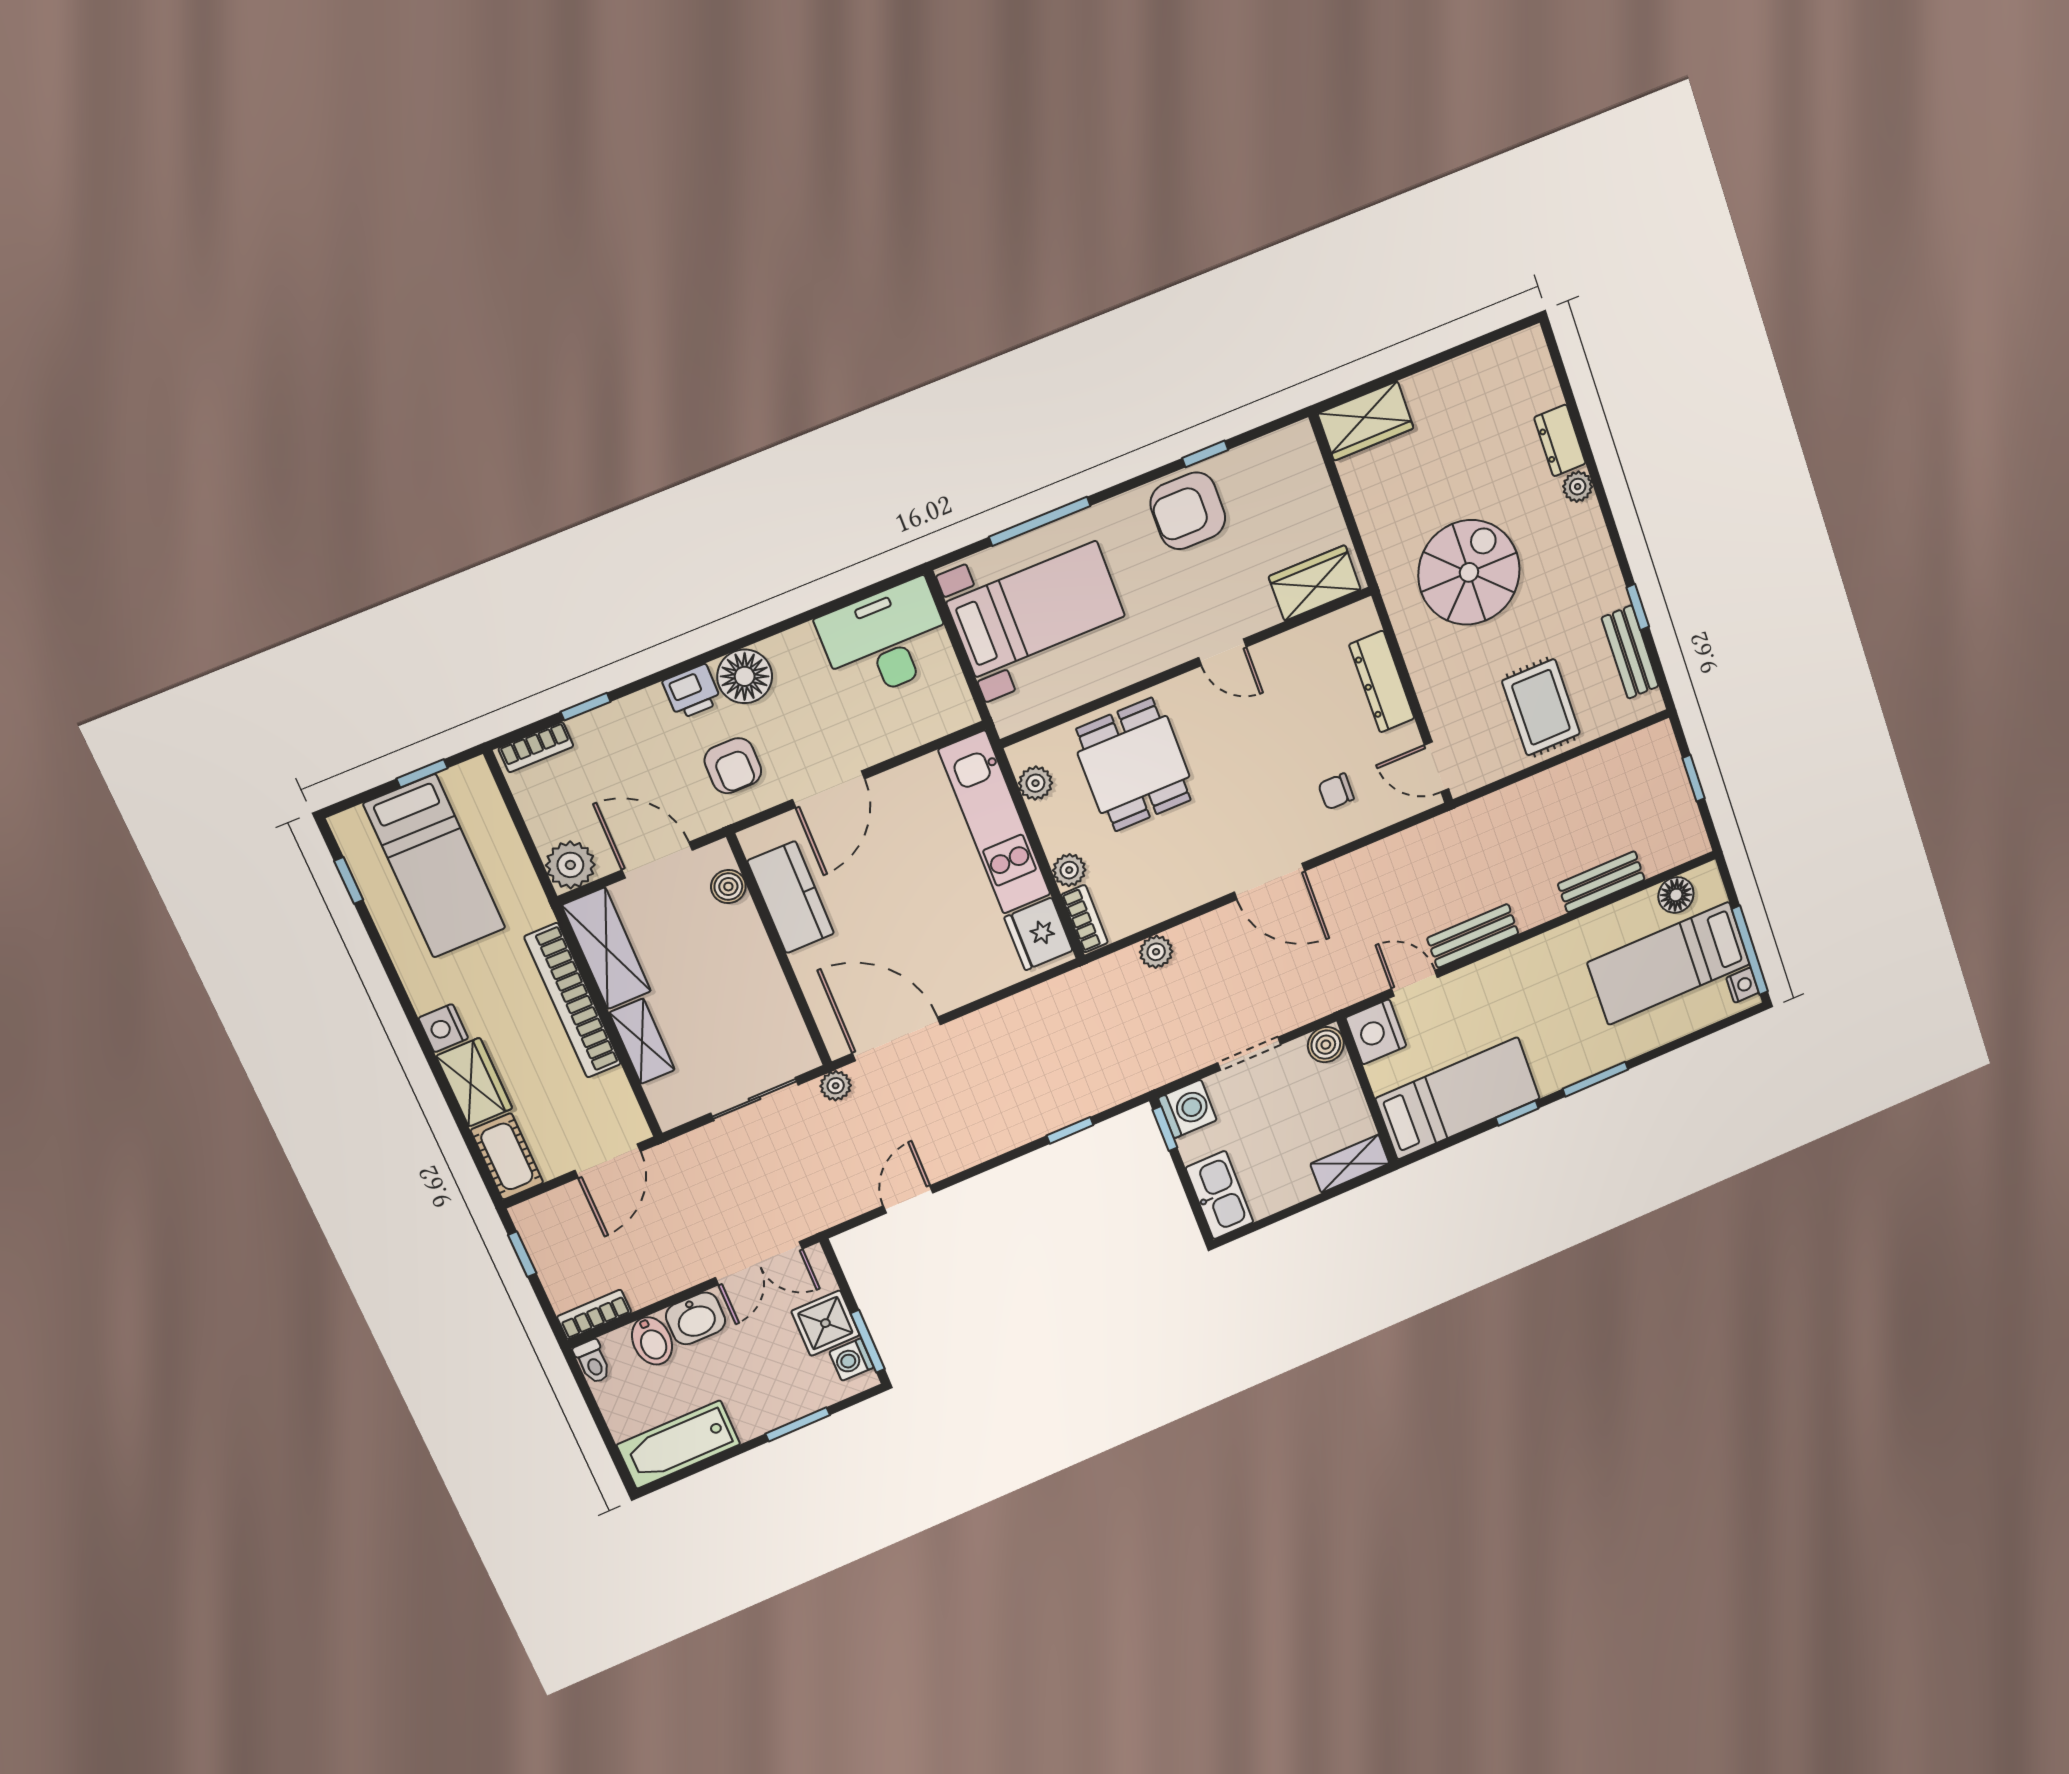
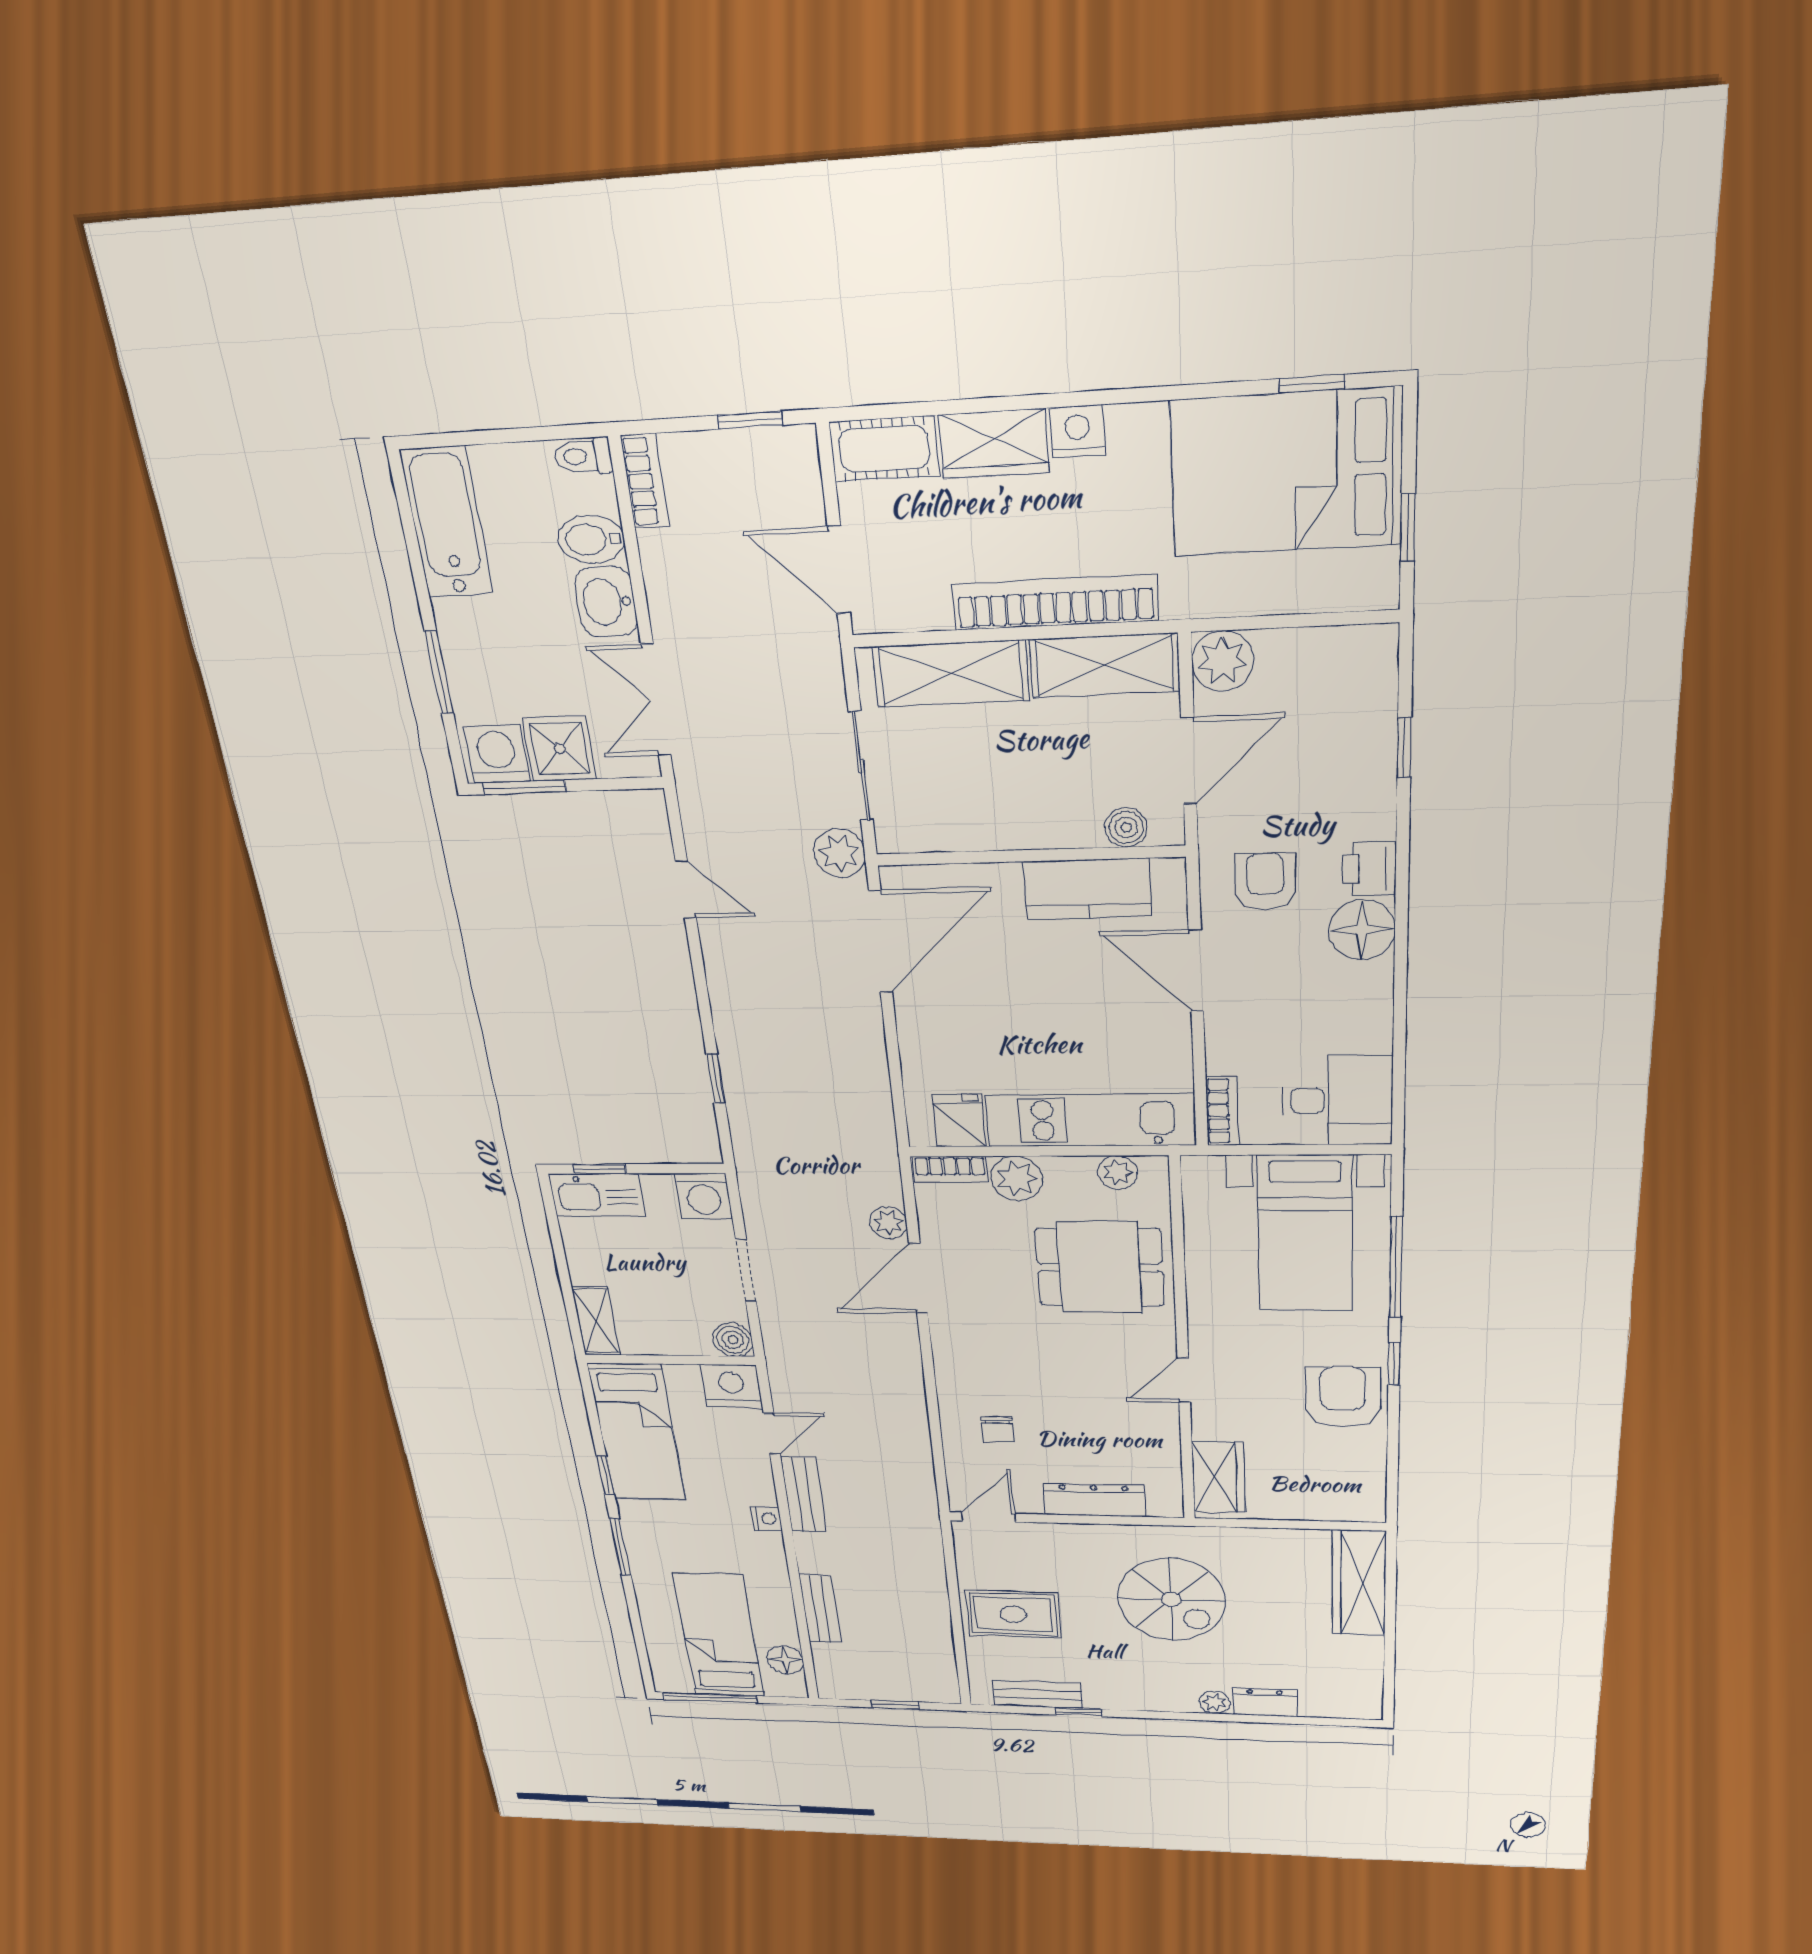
wardrobe: (1366, 421) -> (1359, 1583), width x1.50
window: (1205, 454) -> (1394, 1364), moved
desk: (886, 640) -> (1337, 1100), width x0.73
bookcase: (536, 747) -> (1222, 1111), moved, turned 180
armchair: (733, 766) -> (1265, 882), turned 90
chair: (1336, 791) -> (998, 1430), turned 180
bed: (435, 866) -> (1286, 473), width x1.50
plant: (1069, 870) -> (1017, 1179), width x1.38, depth x1.38
door: (1269, 882) -> (918, 1278), moved
fridge: (1038, 934) -> (959, 1121), width x0.72
nightstand: (1743, 985) -> (767, 1519), moved, turned -90
shelving: (642, 1041) -> (951, 674), width x1.50, depth x1.33
plant: (836, 1086) -> (839, 853), width x1.38, depth x1.38
window: (1165, 1129) -> (599, 1169), moved
washing machine: (851, 1360) -> (497, 754), width x1.38, depth x1.38

